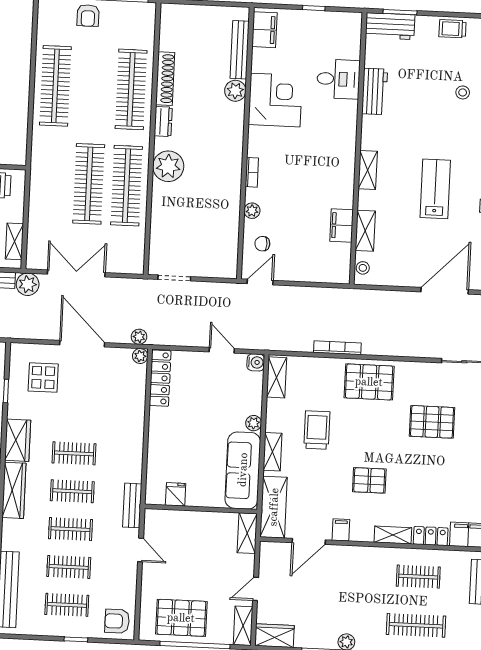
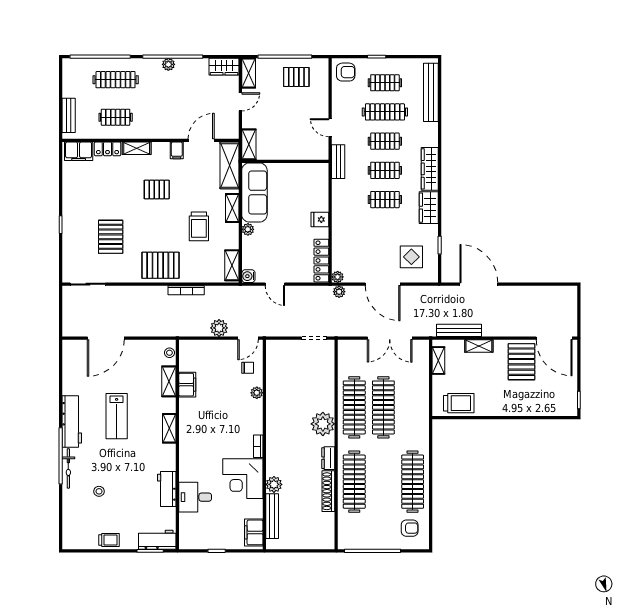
armchair: (88, 15) -> (410, 528), moved, turned 90
bookcase: (252, 172) -> (258, 446), moved
plant: (28, 284) -> (219, 328), moved
pallet: (432, 422) -> (111, 237), turned 90
fridge: (176, 494) -> (320, 219), moved, turned 90
clothes rail: (69, 567) -> (385, 112), width x1.36
pallet: (181, 618) -> (296, 77), width x0.67, depth x0.71

